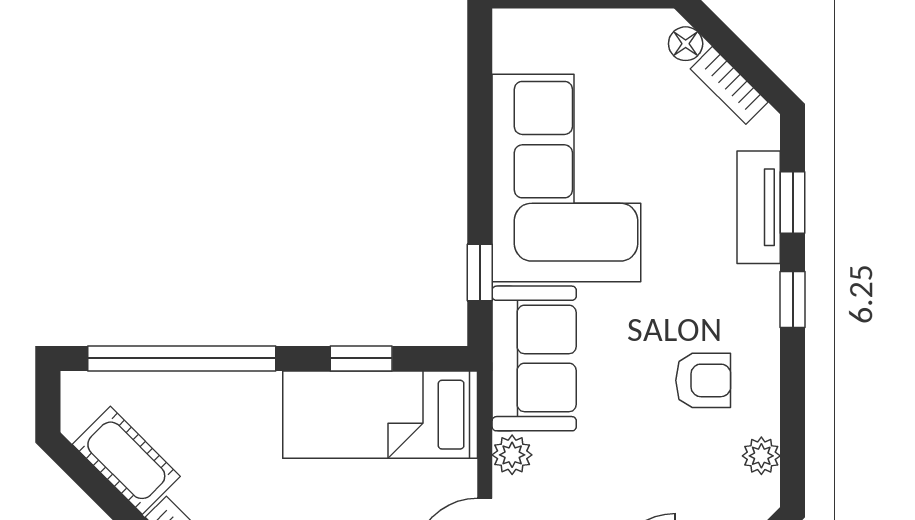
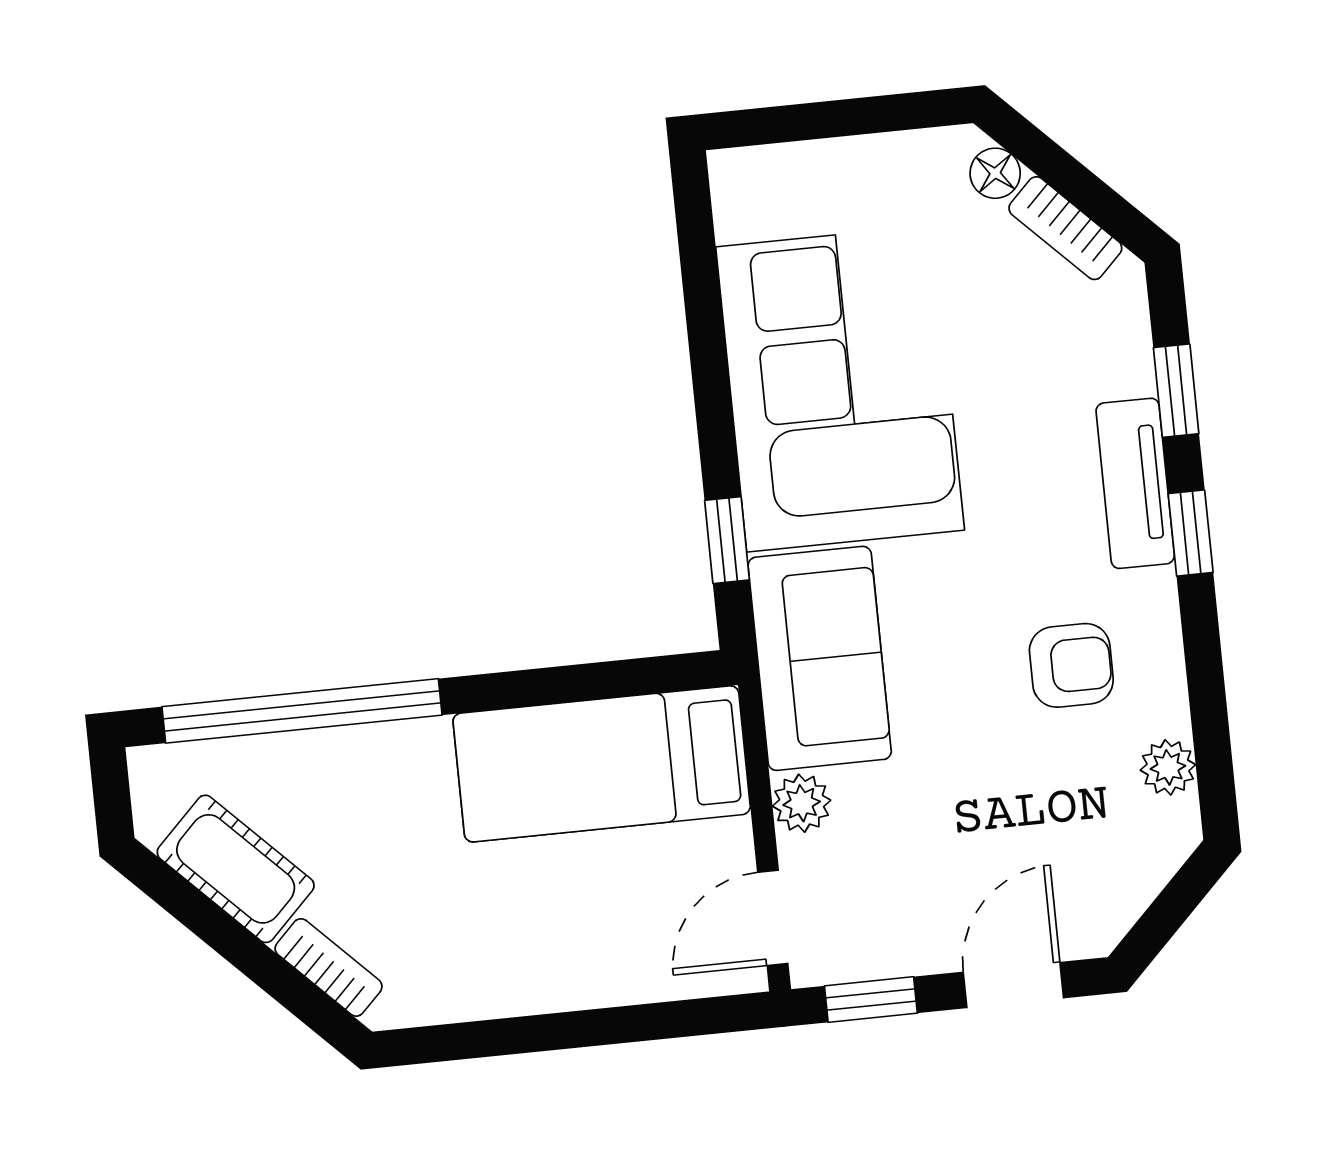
tv unit: (759, 207) -> (1135, 483), moved
window: (361, 358) -> (565, 684), removed

